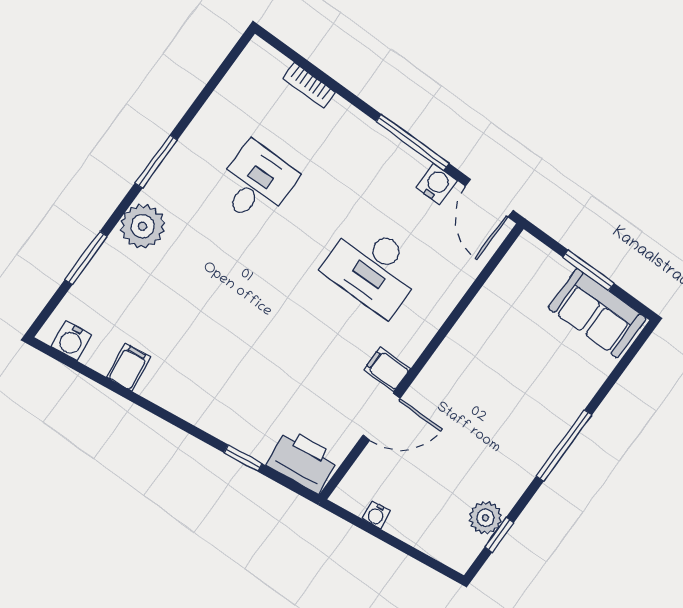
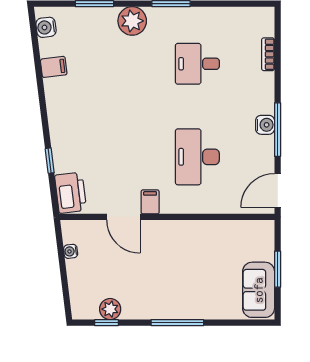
desk: (256, 183) -> (197, 64), turned 180
water cooler: (437, 184) -> (265, 125), moved

